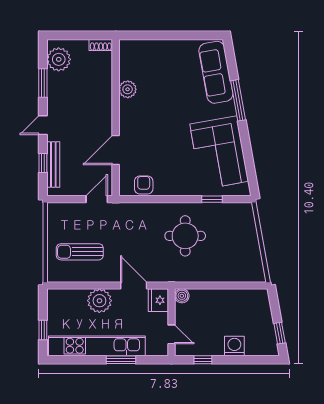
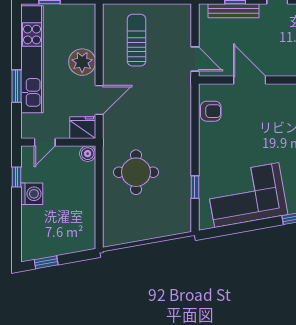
round table: (185, 236) -> (136, 172), moved
washing machine: (234, 346) -> (32, 194), moved

